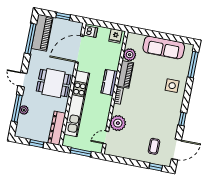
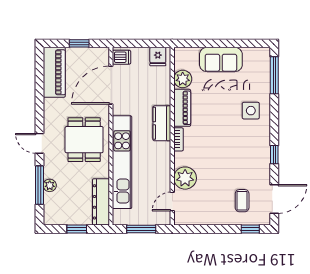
window: (31, 39) -> (40, 84), removed
sofa: (164, 47) -> (221, 60), width x0.73
dining table: (54, 83) -> (84, 140), turned 90

